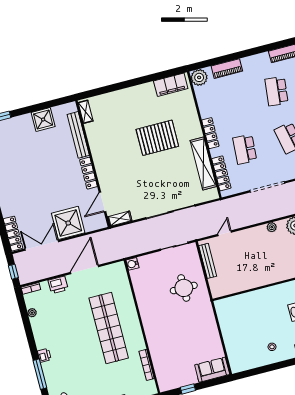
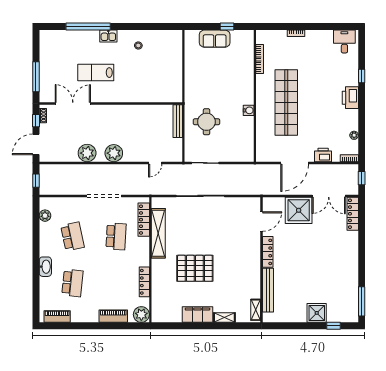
filing cabinet: (171, 85) -> (197, 315), moved
shower: (43, 120) -> (317, 313), moved
locker: (210, 133) -> (144, 282), moved
shelving: (120, 219) -> (224, 318), moved
plant: (272, 227) -> (114, 153), width x1.88, depth x1.88
bench: (208, 261) -> (178, 121), moved
water cooler: (132, 264) -> (249, 110), moved
printer: (44, 355) -> (350, 98), width x1.87, depth x1.48
sofa: (212, 370) -> (215, 39), moved
window: (40, 374) -> (362, 76), width x0.46

